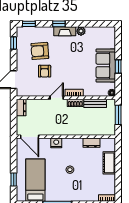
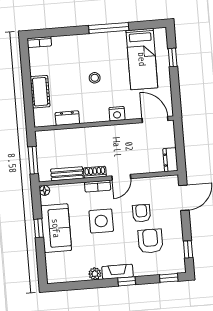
armchair: (40, 51) -> (150, 241), turned -86
side table: (73, 68) -> (101, 221), added

